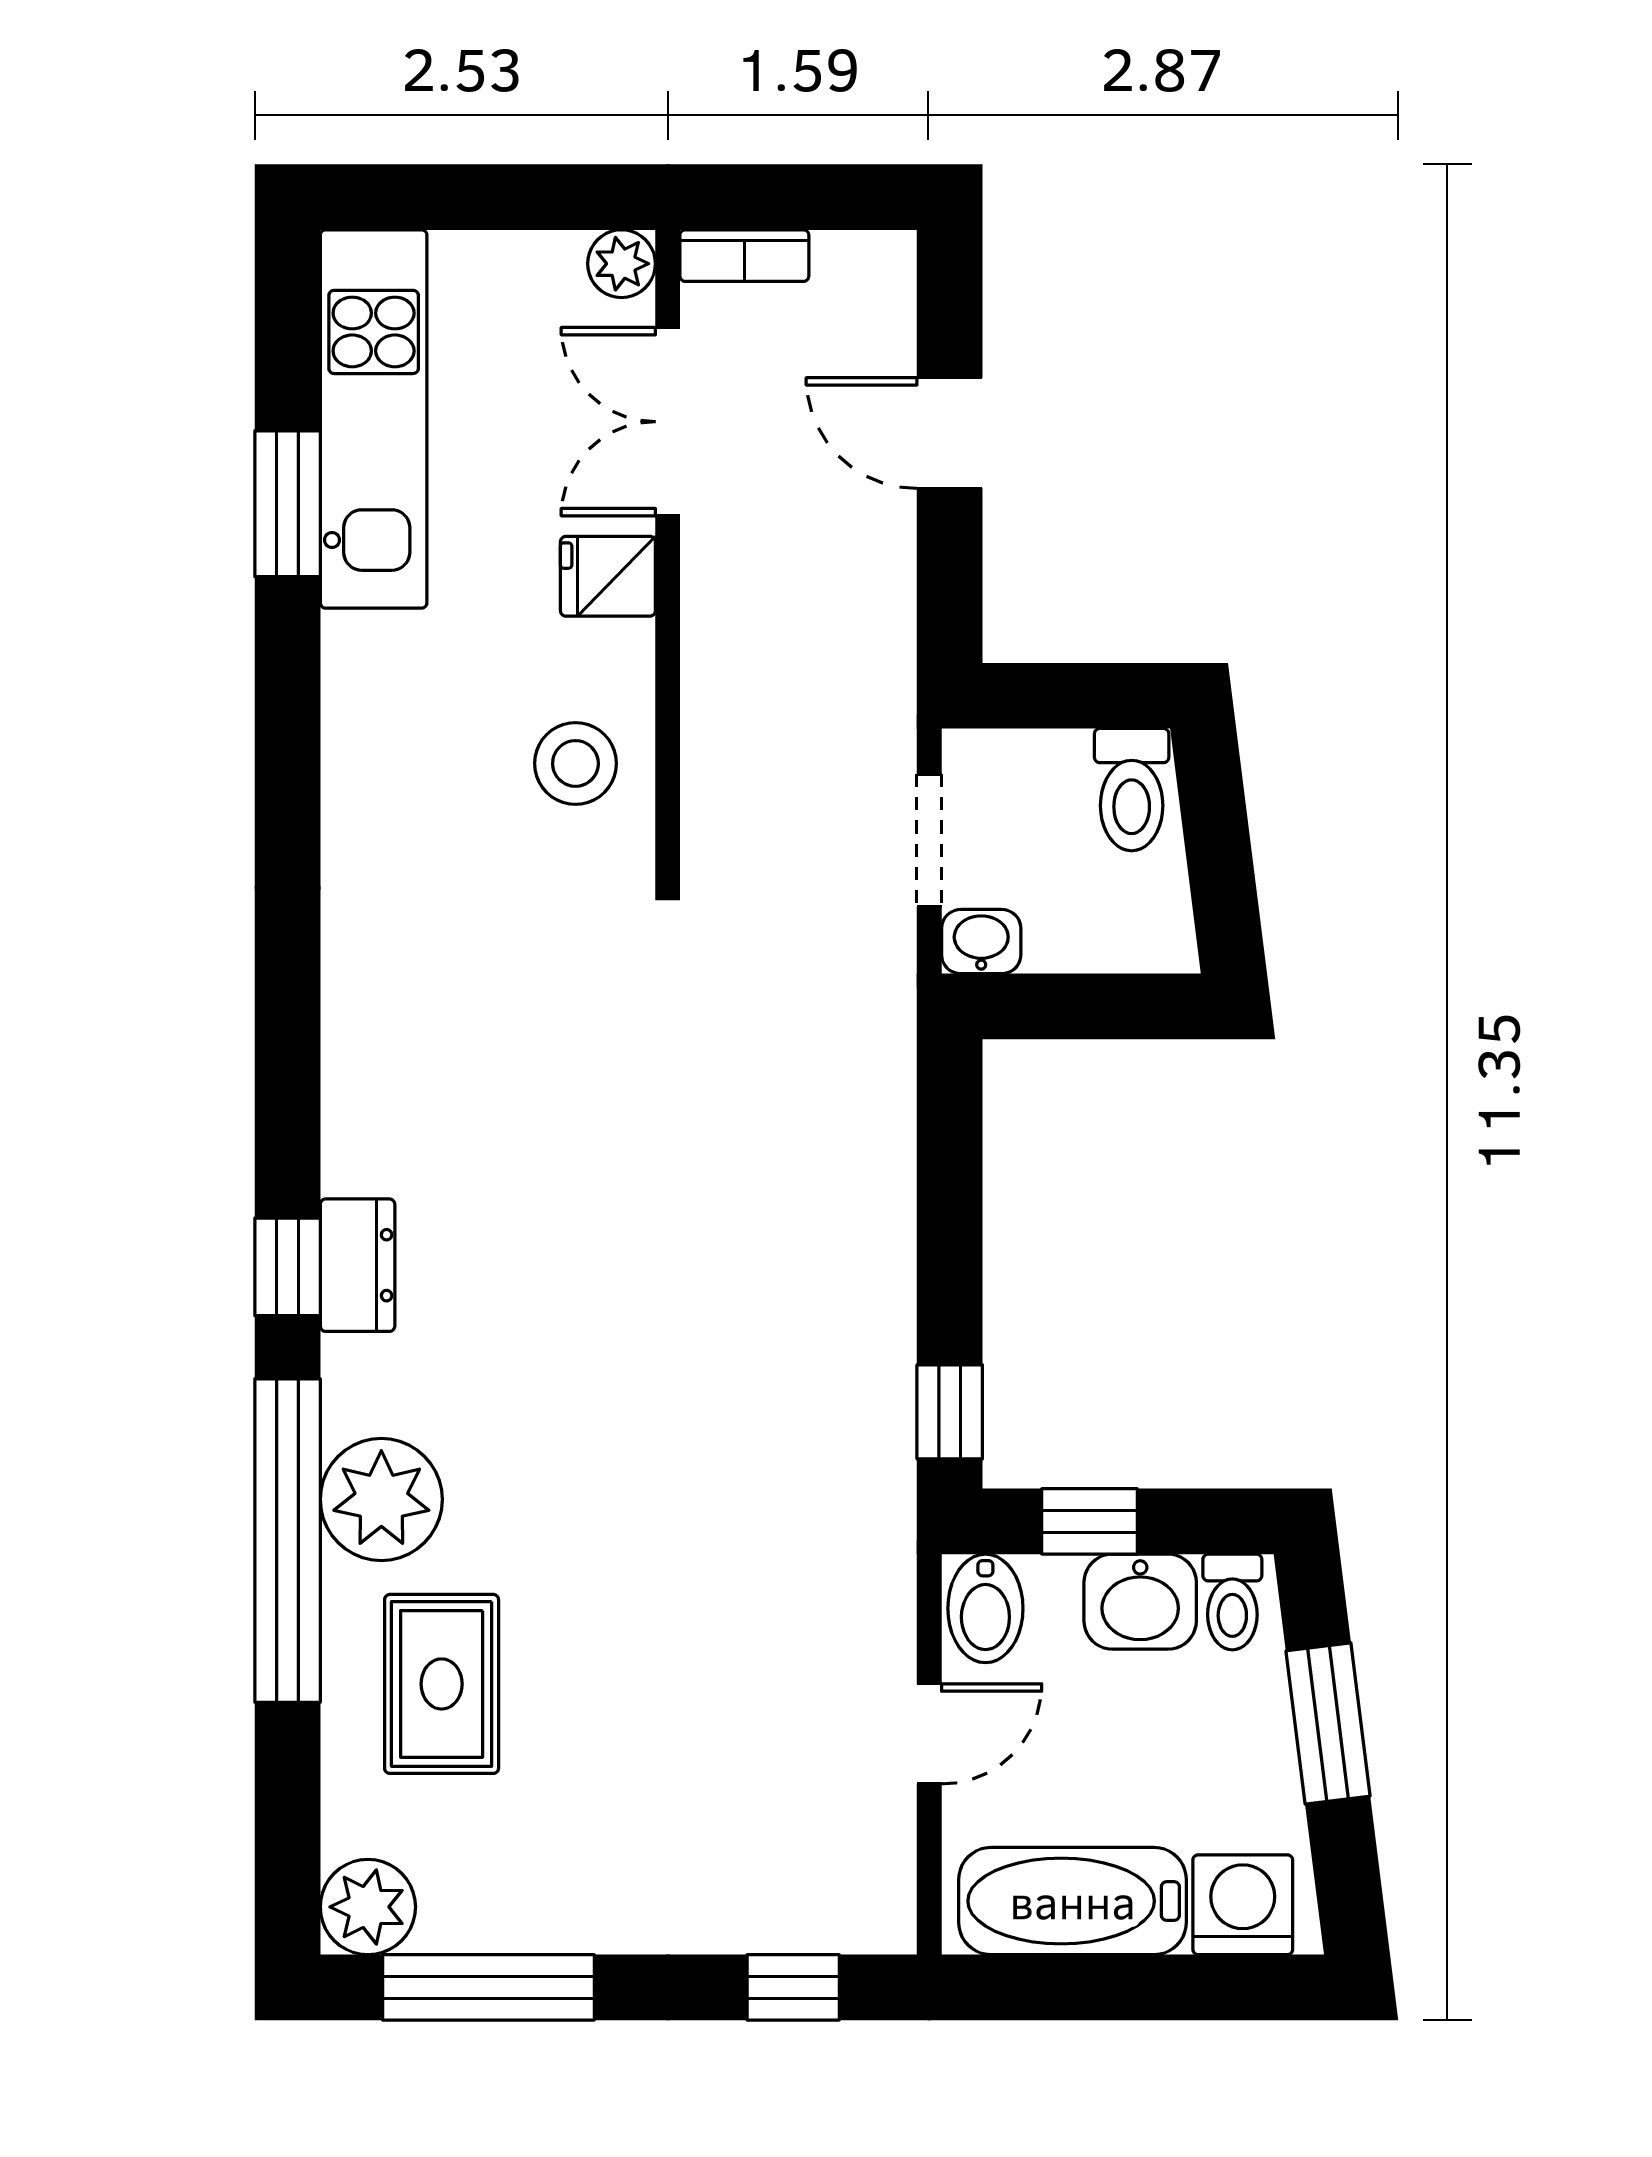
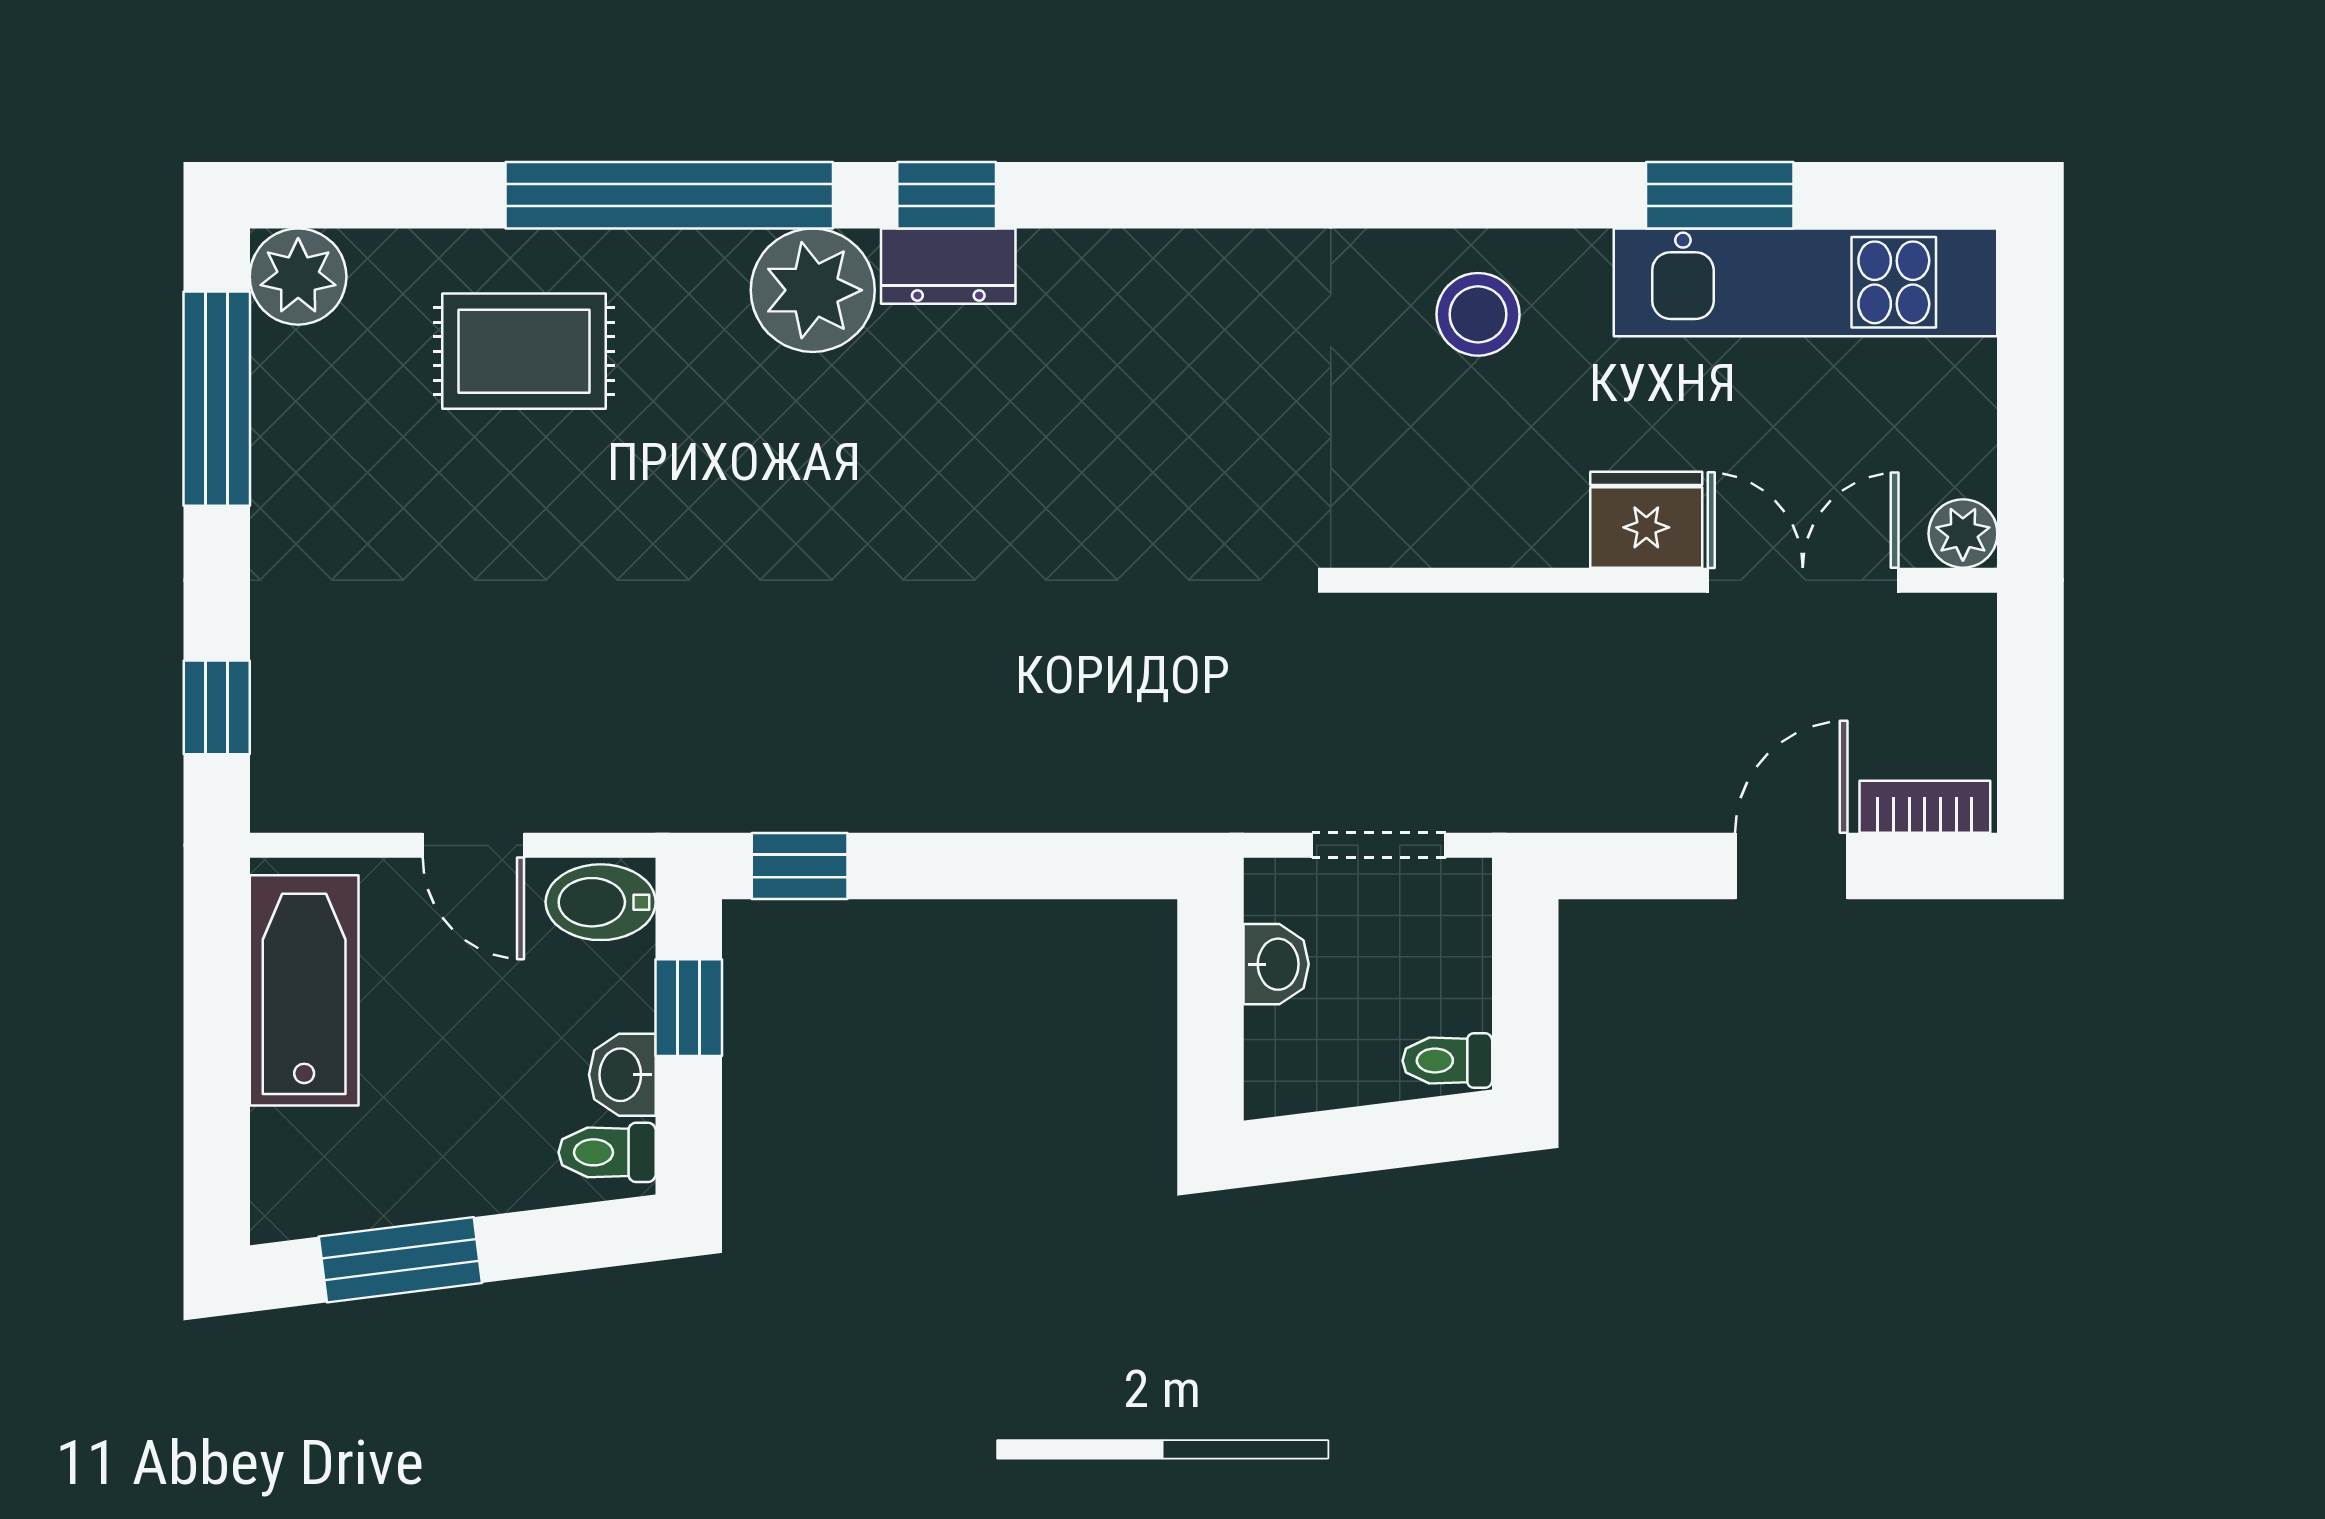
bookcase: (744, 256) -> (1925, 807), moved, turned 90
fridge: (608, 576) -> (1646, 520), width x1.38
stool: (575, 763) -> (1478, 314), moved
toilet: (1132, 790) -> (1447, 1061), width x0.73, depth x0.72
washbasin: (981, 942) -> (1276, 964), moved
plant: (381, 1499) -> (813, 290), moved
washbasin: (1140, 1602) -> (622, 1075), width x0.72, depth x0.69
window: (1328, 1724) -> (400, 1260), moved
washing machine: (1243, 1905) -> (300, 1163), removed

